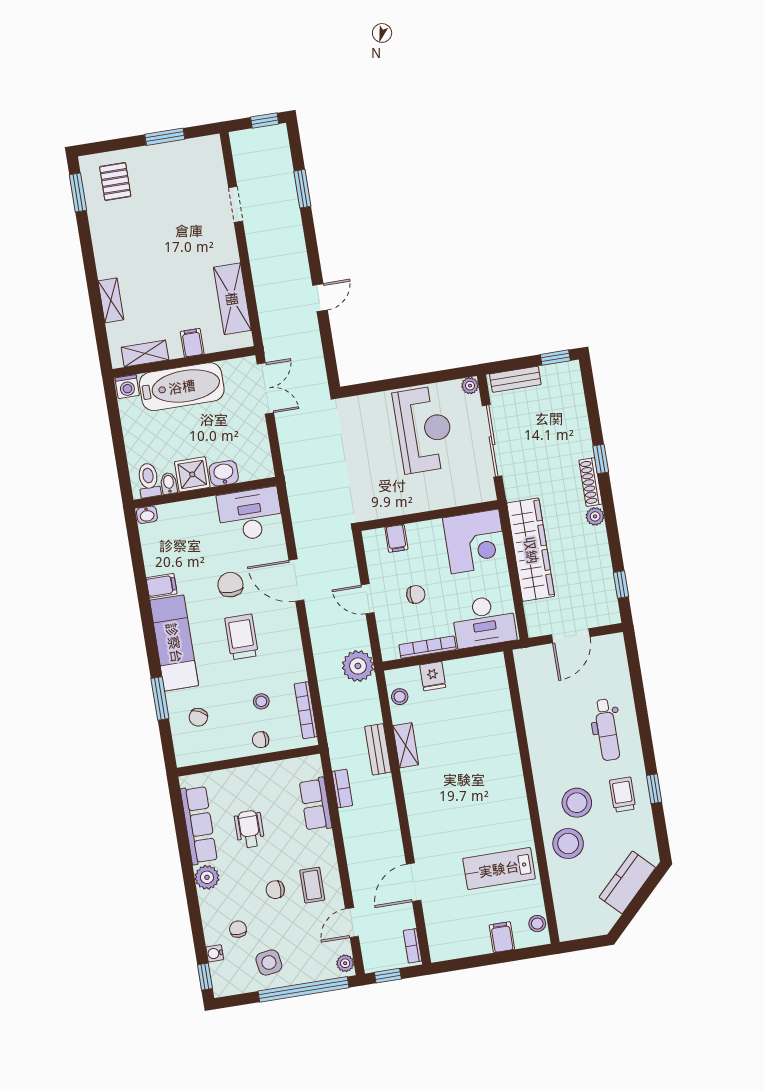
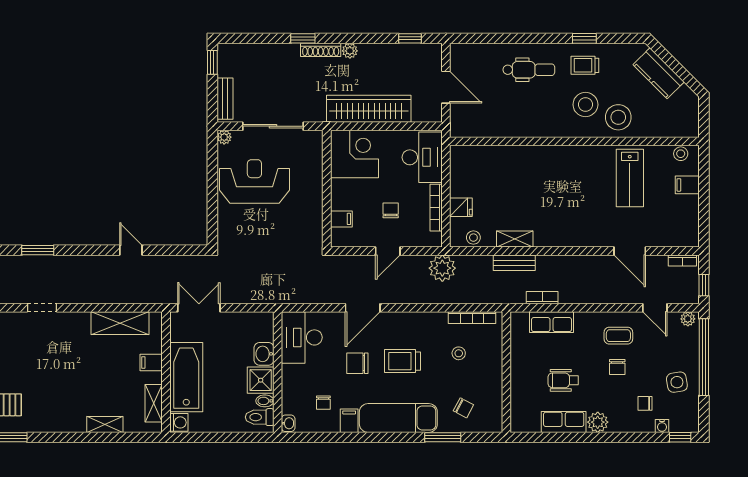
chair: (261, 740) -> (323, 403), moved
row of seats: (199, 825) -> (564, 422), width x0.68

